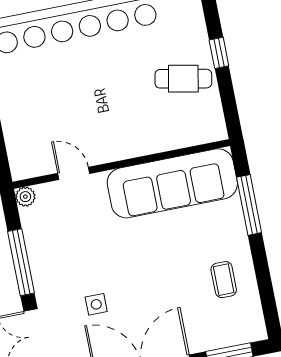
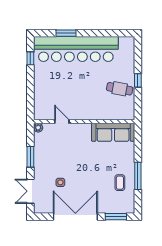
sofa: (172, 183) -> (113, 132), width x0.74, depth x0.79
window: (249, 205) -> (138, 176), moved
window: (21, 262) -> (30, 157), width x0.69

